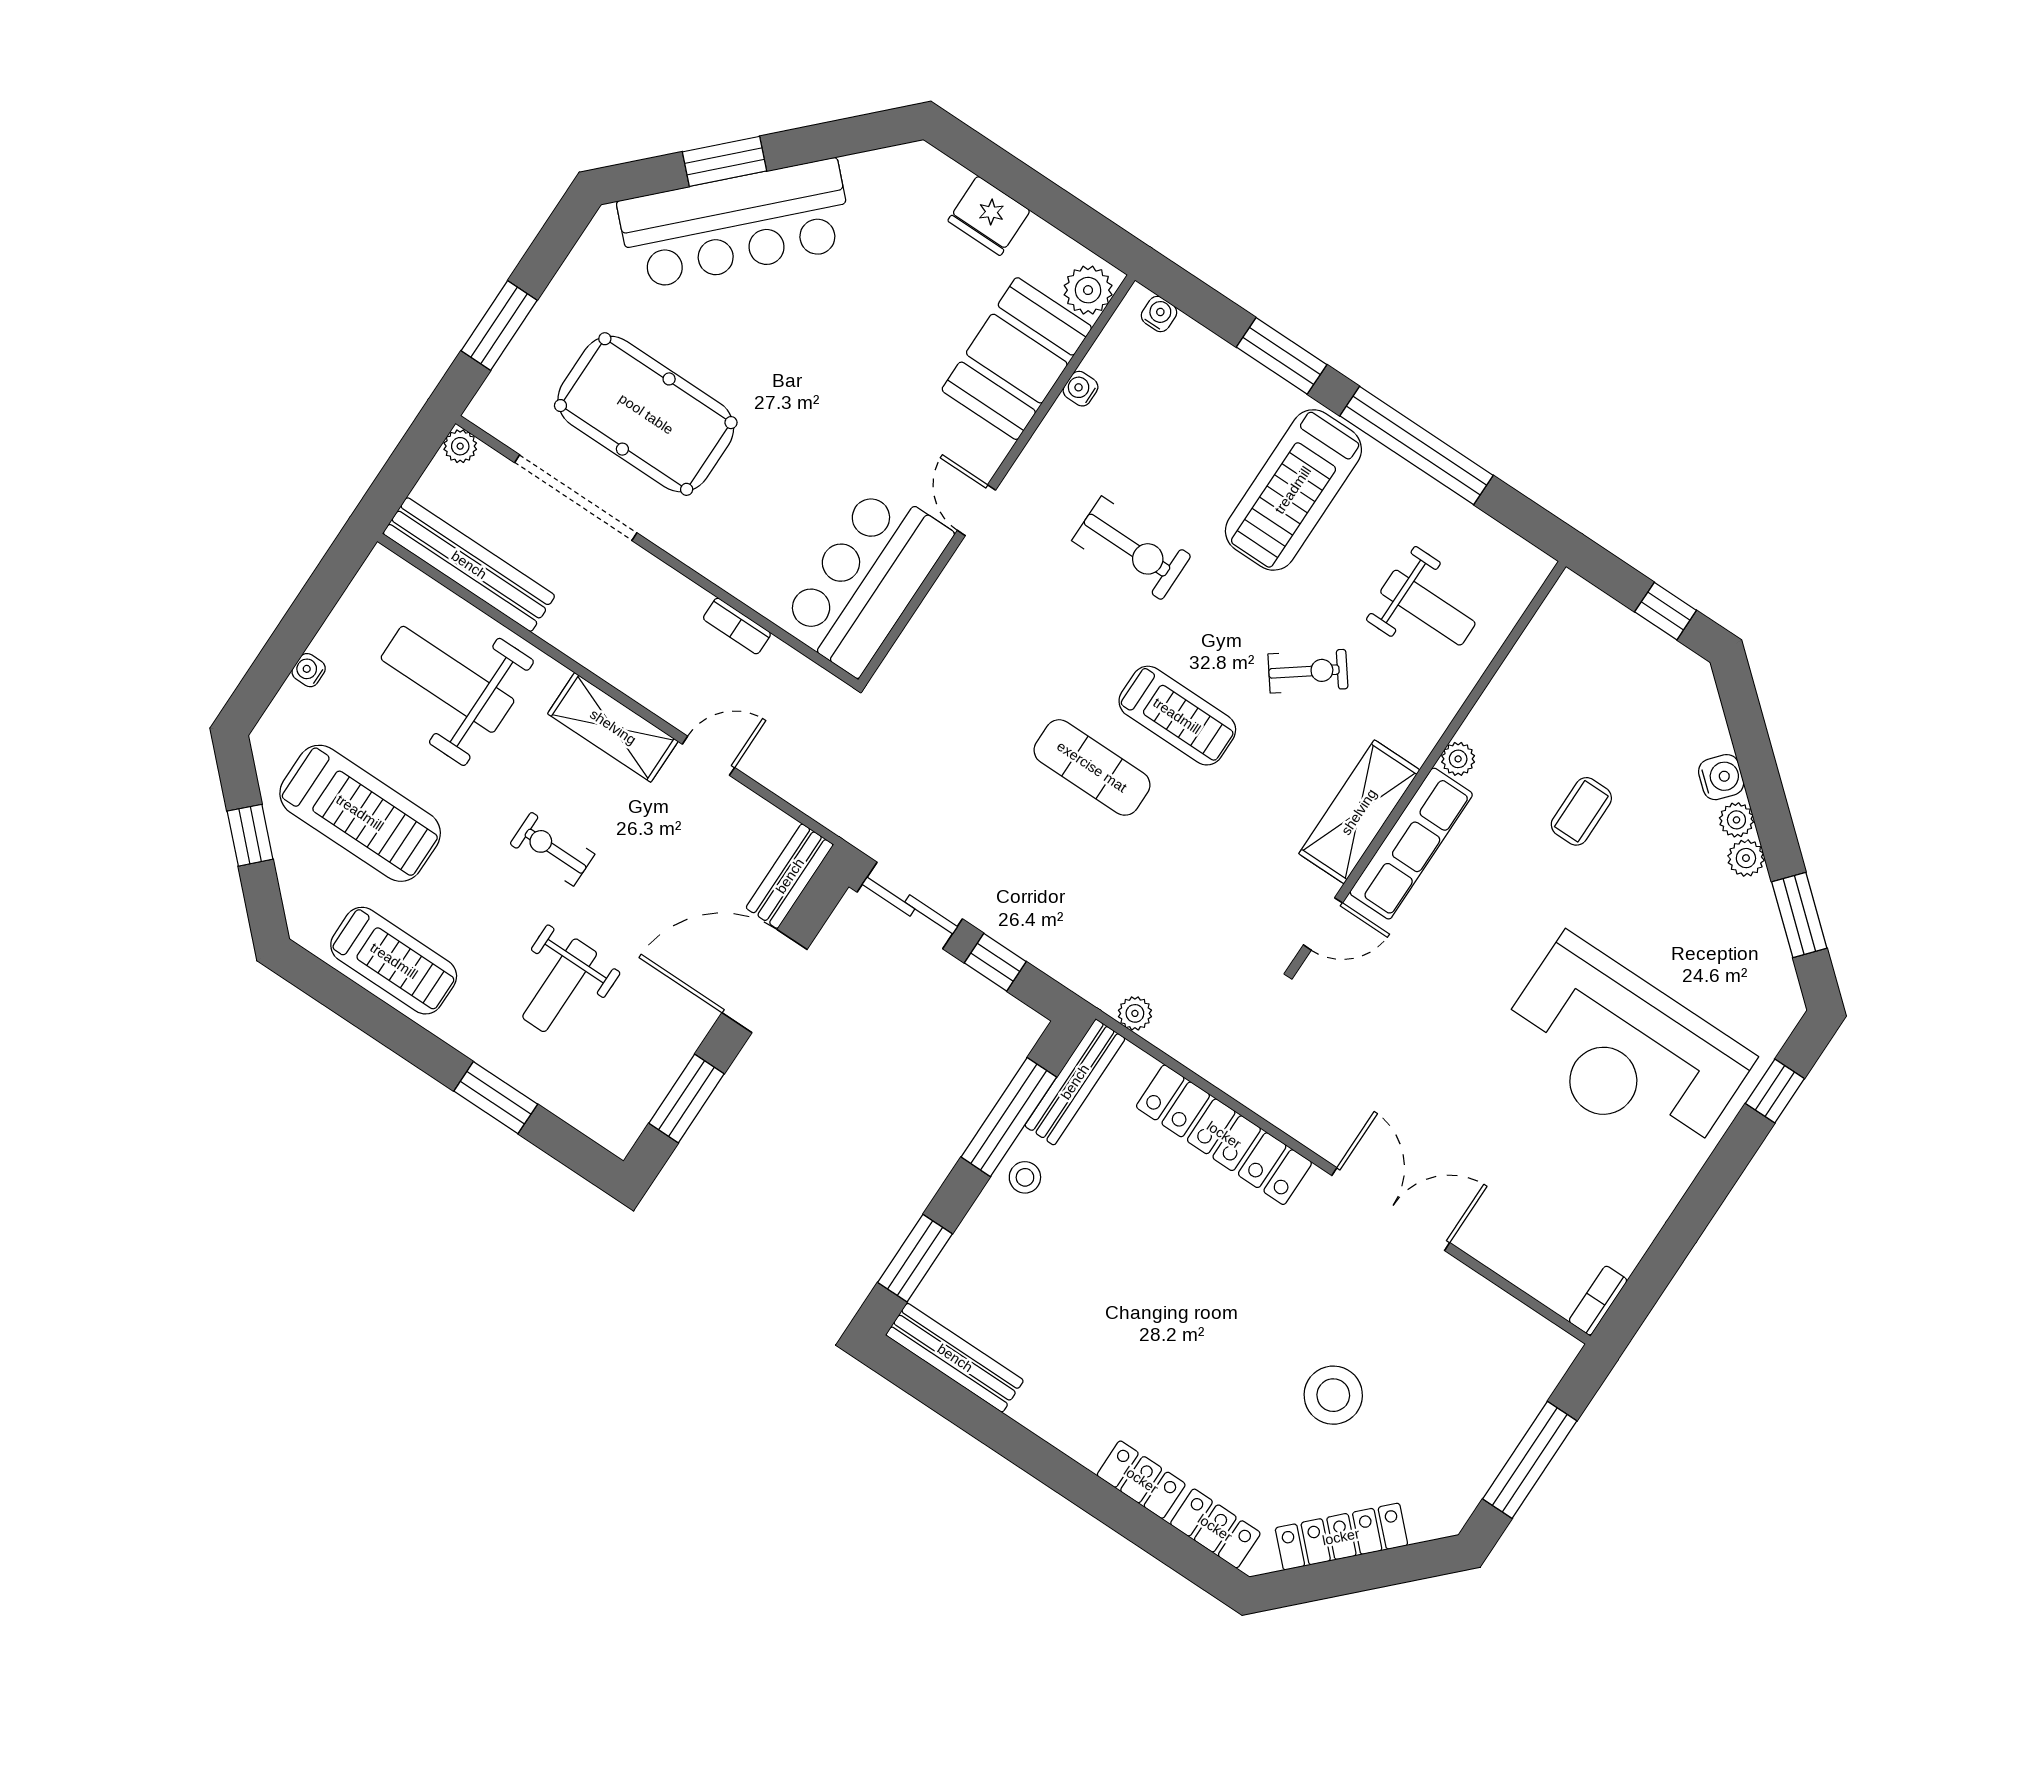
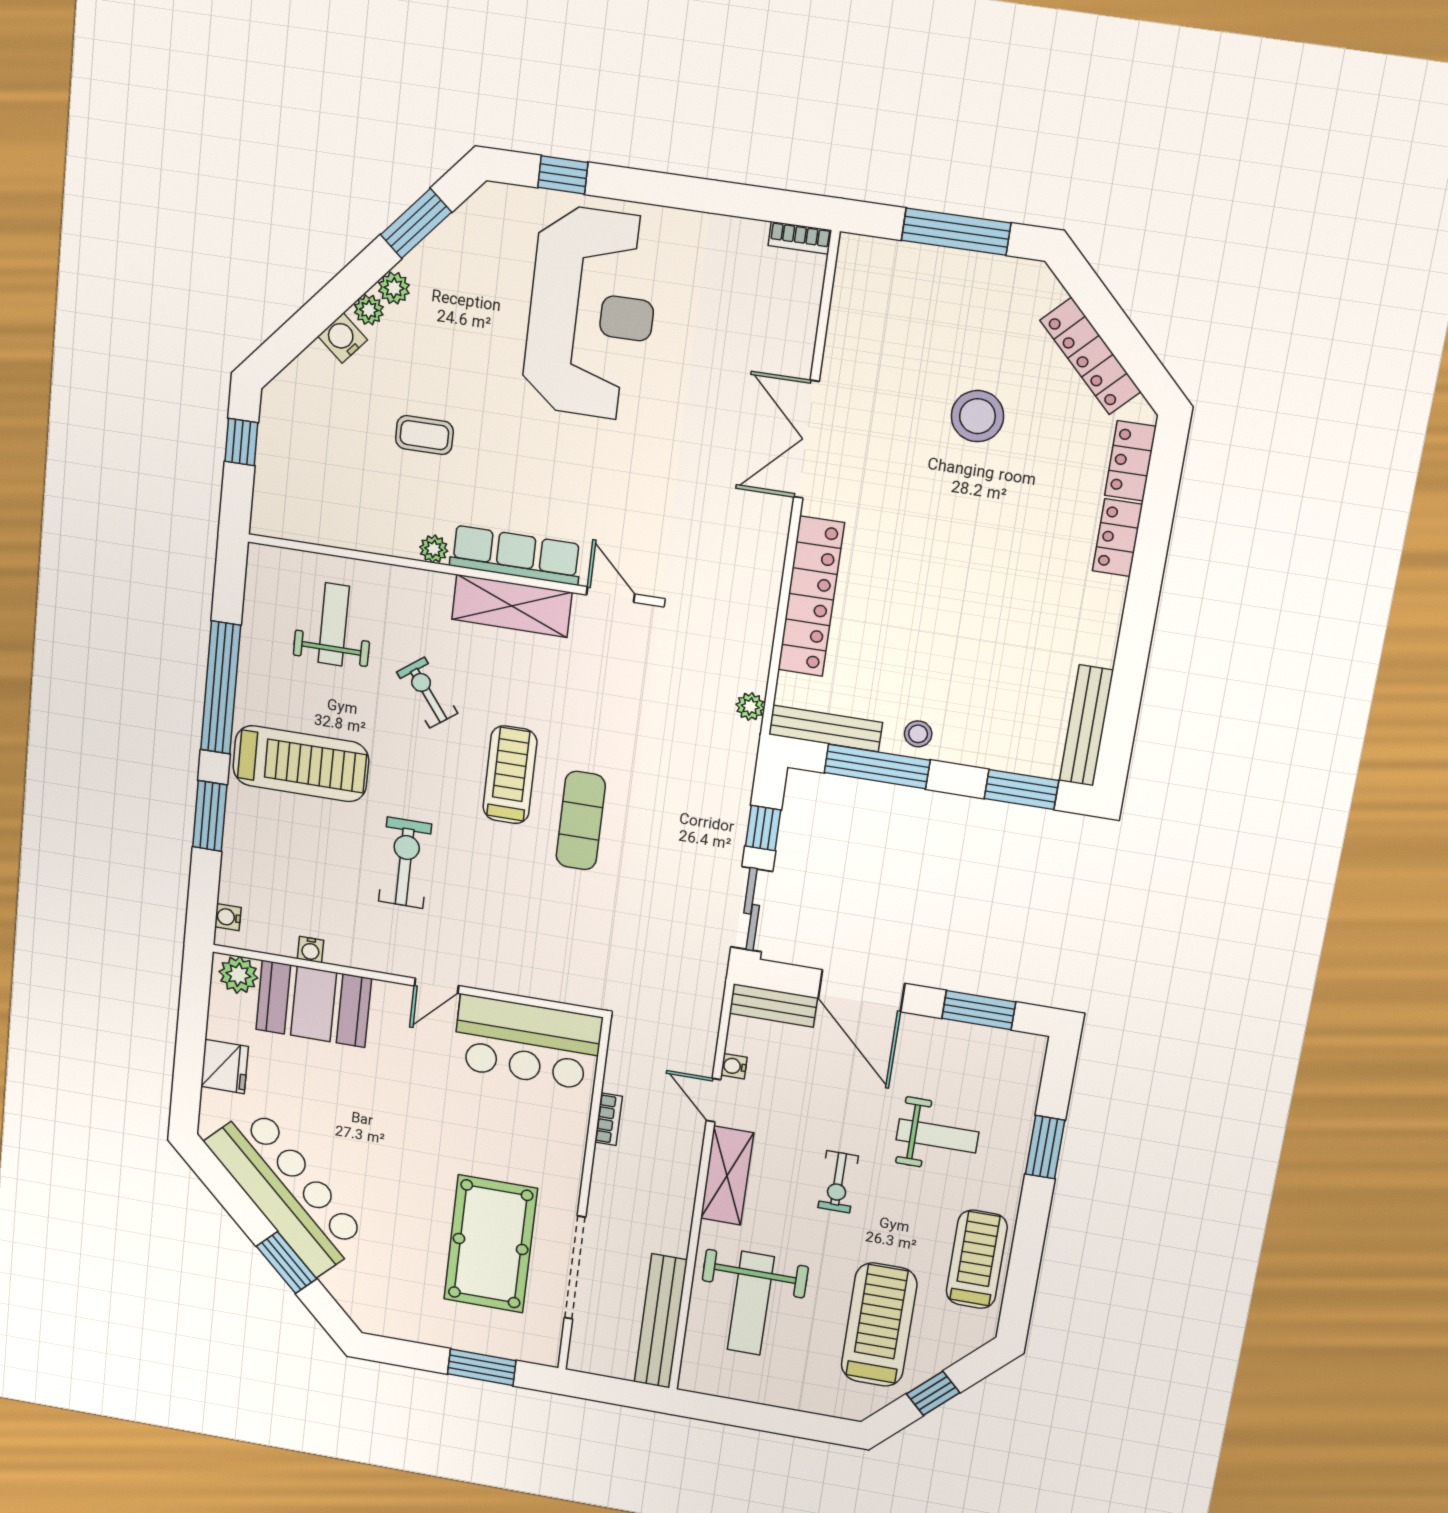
bar counter: (735, 224) -> (287, 1191), moved
plant: (460, 446) -> (580, 1360), removed
water cooler: (309, 670) -> (734, 1066), moved, turned 90

